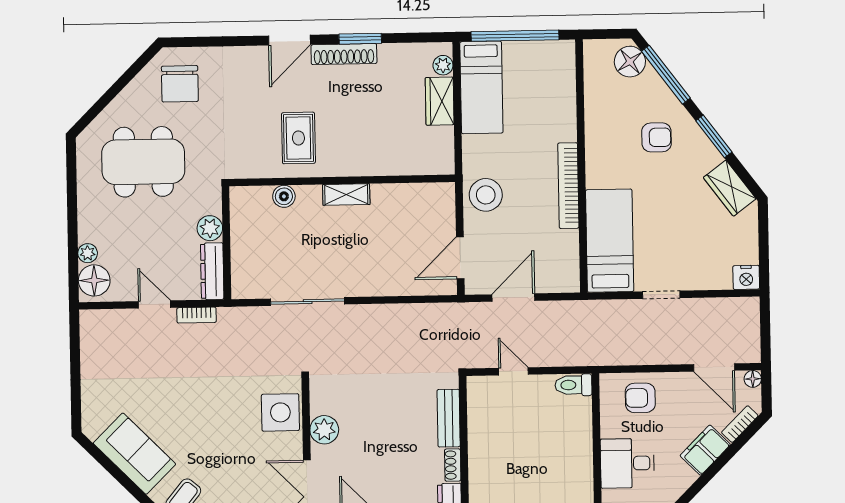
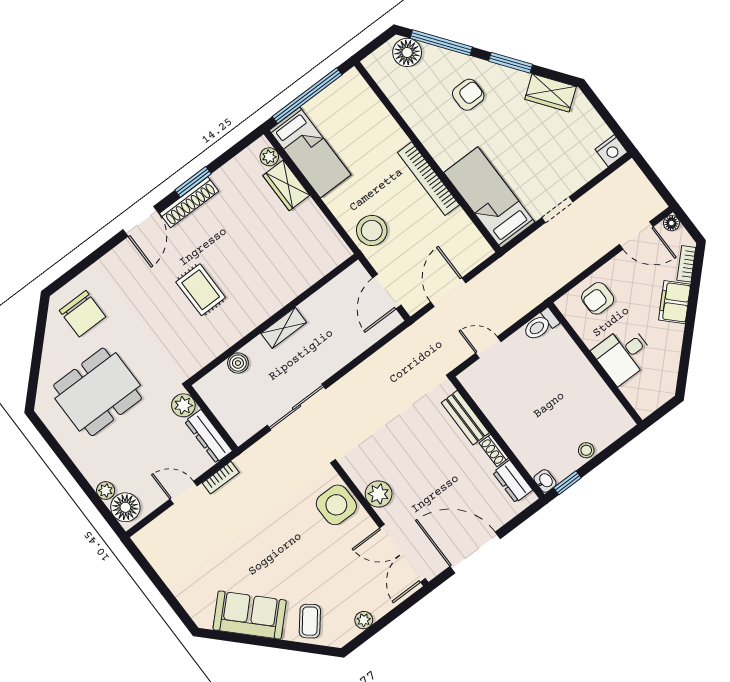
wall: (342, 180) -> (273, 320), moved
shelving: (346, 195) -> (284, 328), moved
boiler: (284, 196) -> (238, 363), moved

